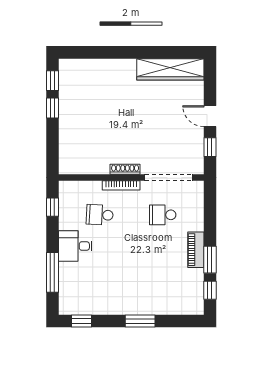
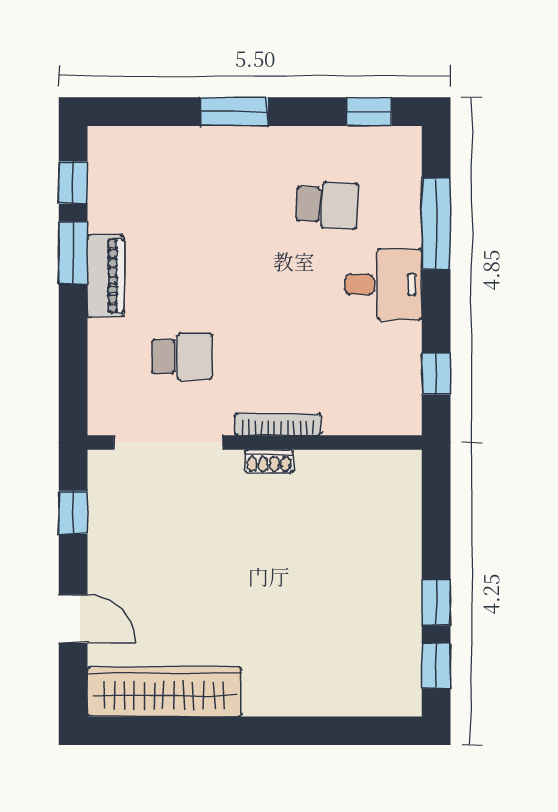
door: (210, 116) -> (73, 619), moved
shoe rack: (125, 169) -> (269, 461), width x0.70
school desk: (100, 215) -> (327, 205), moved

